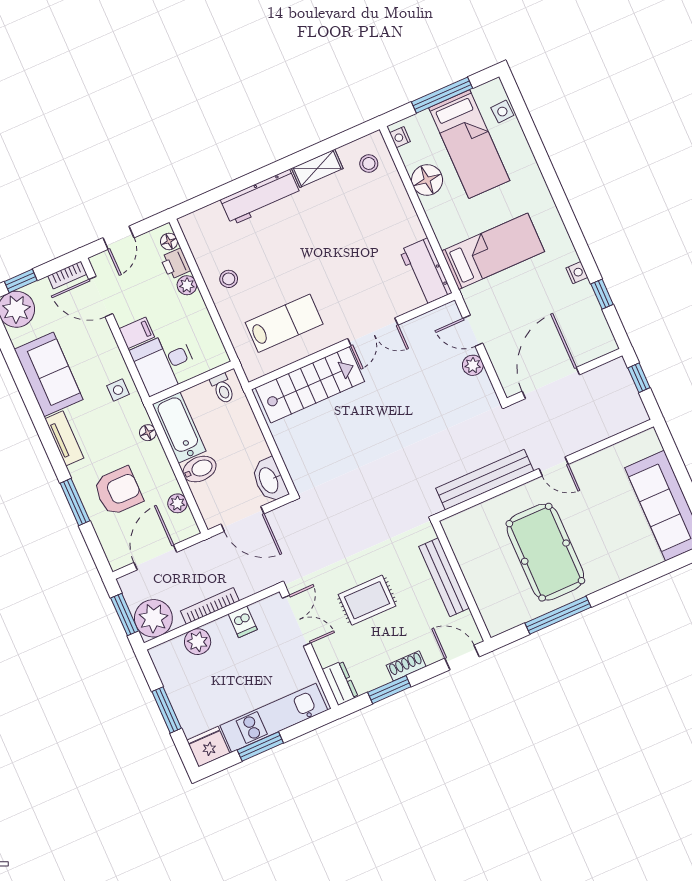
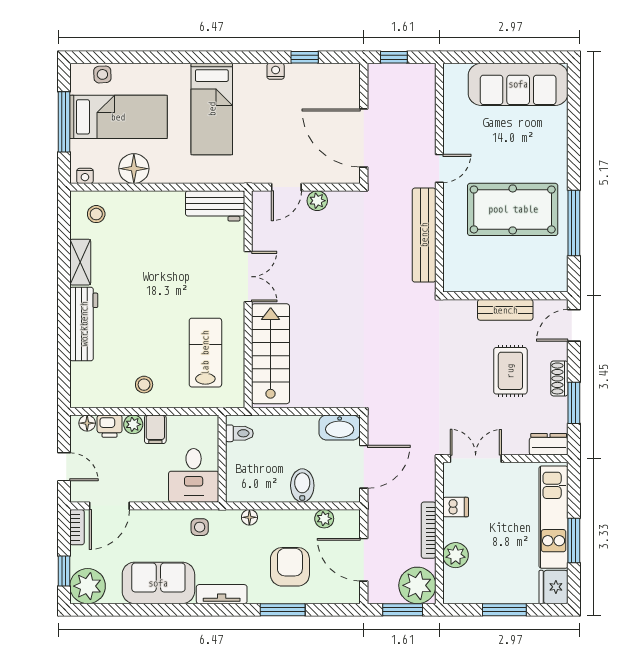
bed: (493, 251) -> (212, 109), moved, turned 180
filing cabinet: (137, 333) -> (155, 429), moved, turned 180
bathtub: (179, 428) -> (257, 487), removed
bench: (444, 577) -> (505, 310), width x0.73
rug: (367, 600) -> (510, 371), moved

